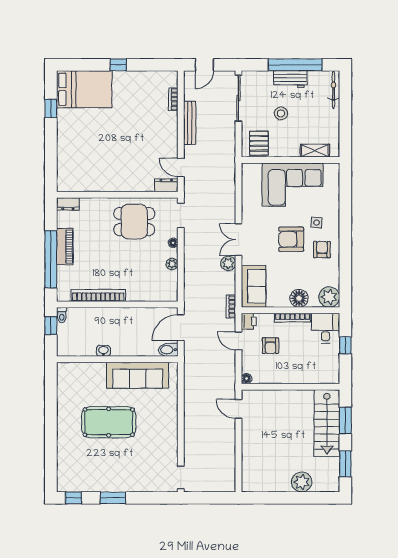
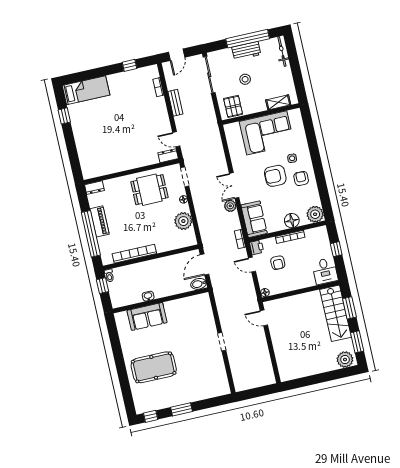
window: (118, 65) -> (130, 65), moved
bed: (84, 89) -> (86, 90), width x0.67
bench: (190, 123) -> (175, 103), width x0.73
plant: (172, 264) -> (183, 221), width x1.87, depth x1.87
desk: (326, 328) -> (325, 271), moved, turned 180
sofa: (138, 375) -> (147, 316), moved, width x0.73
pool table: (109, 422) -> (154, 367), moved
doorway: (181, 478) -> (222, 342), moved
plant: (302, 482) -> (345, 360), moved

